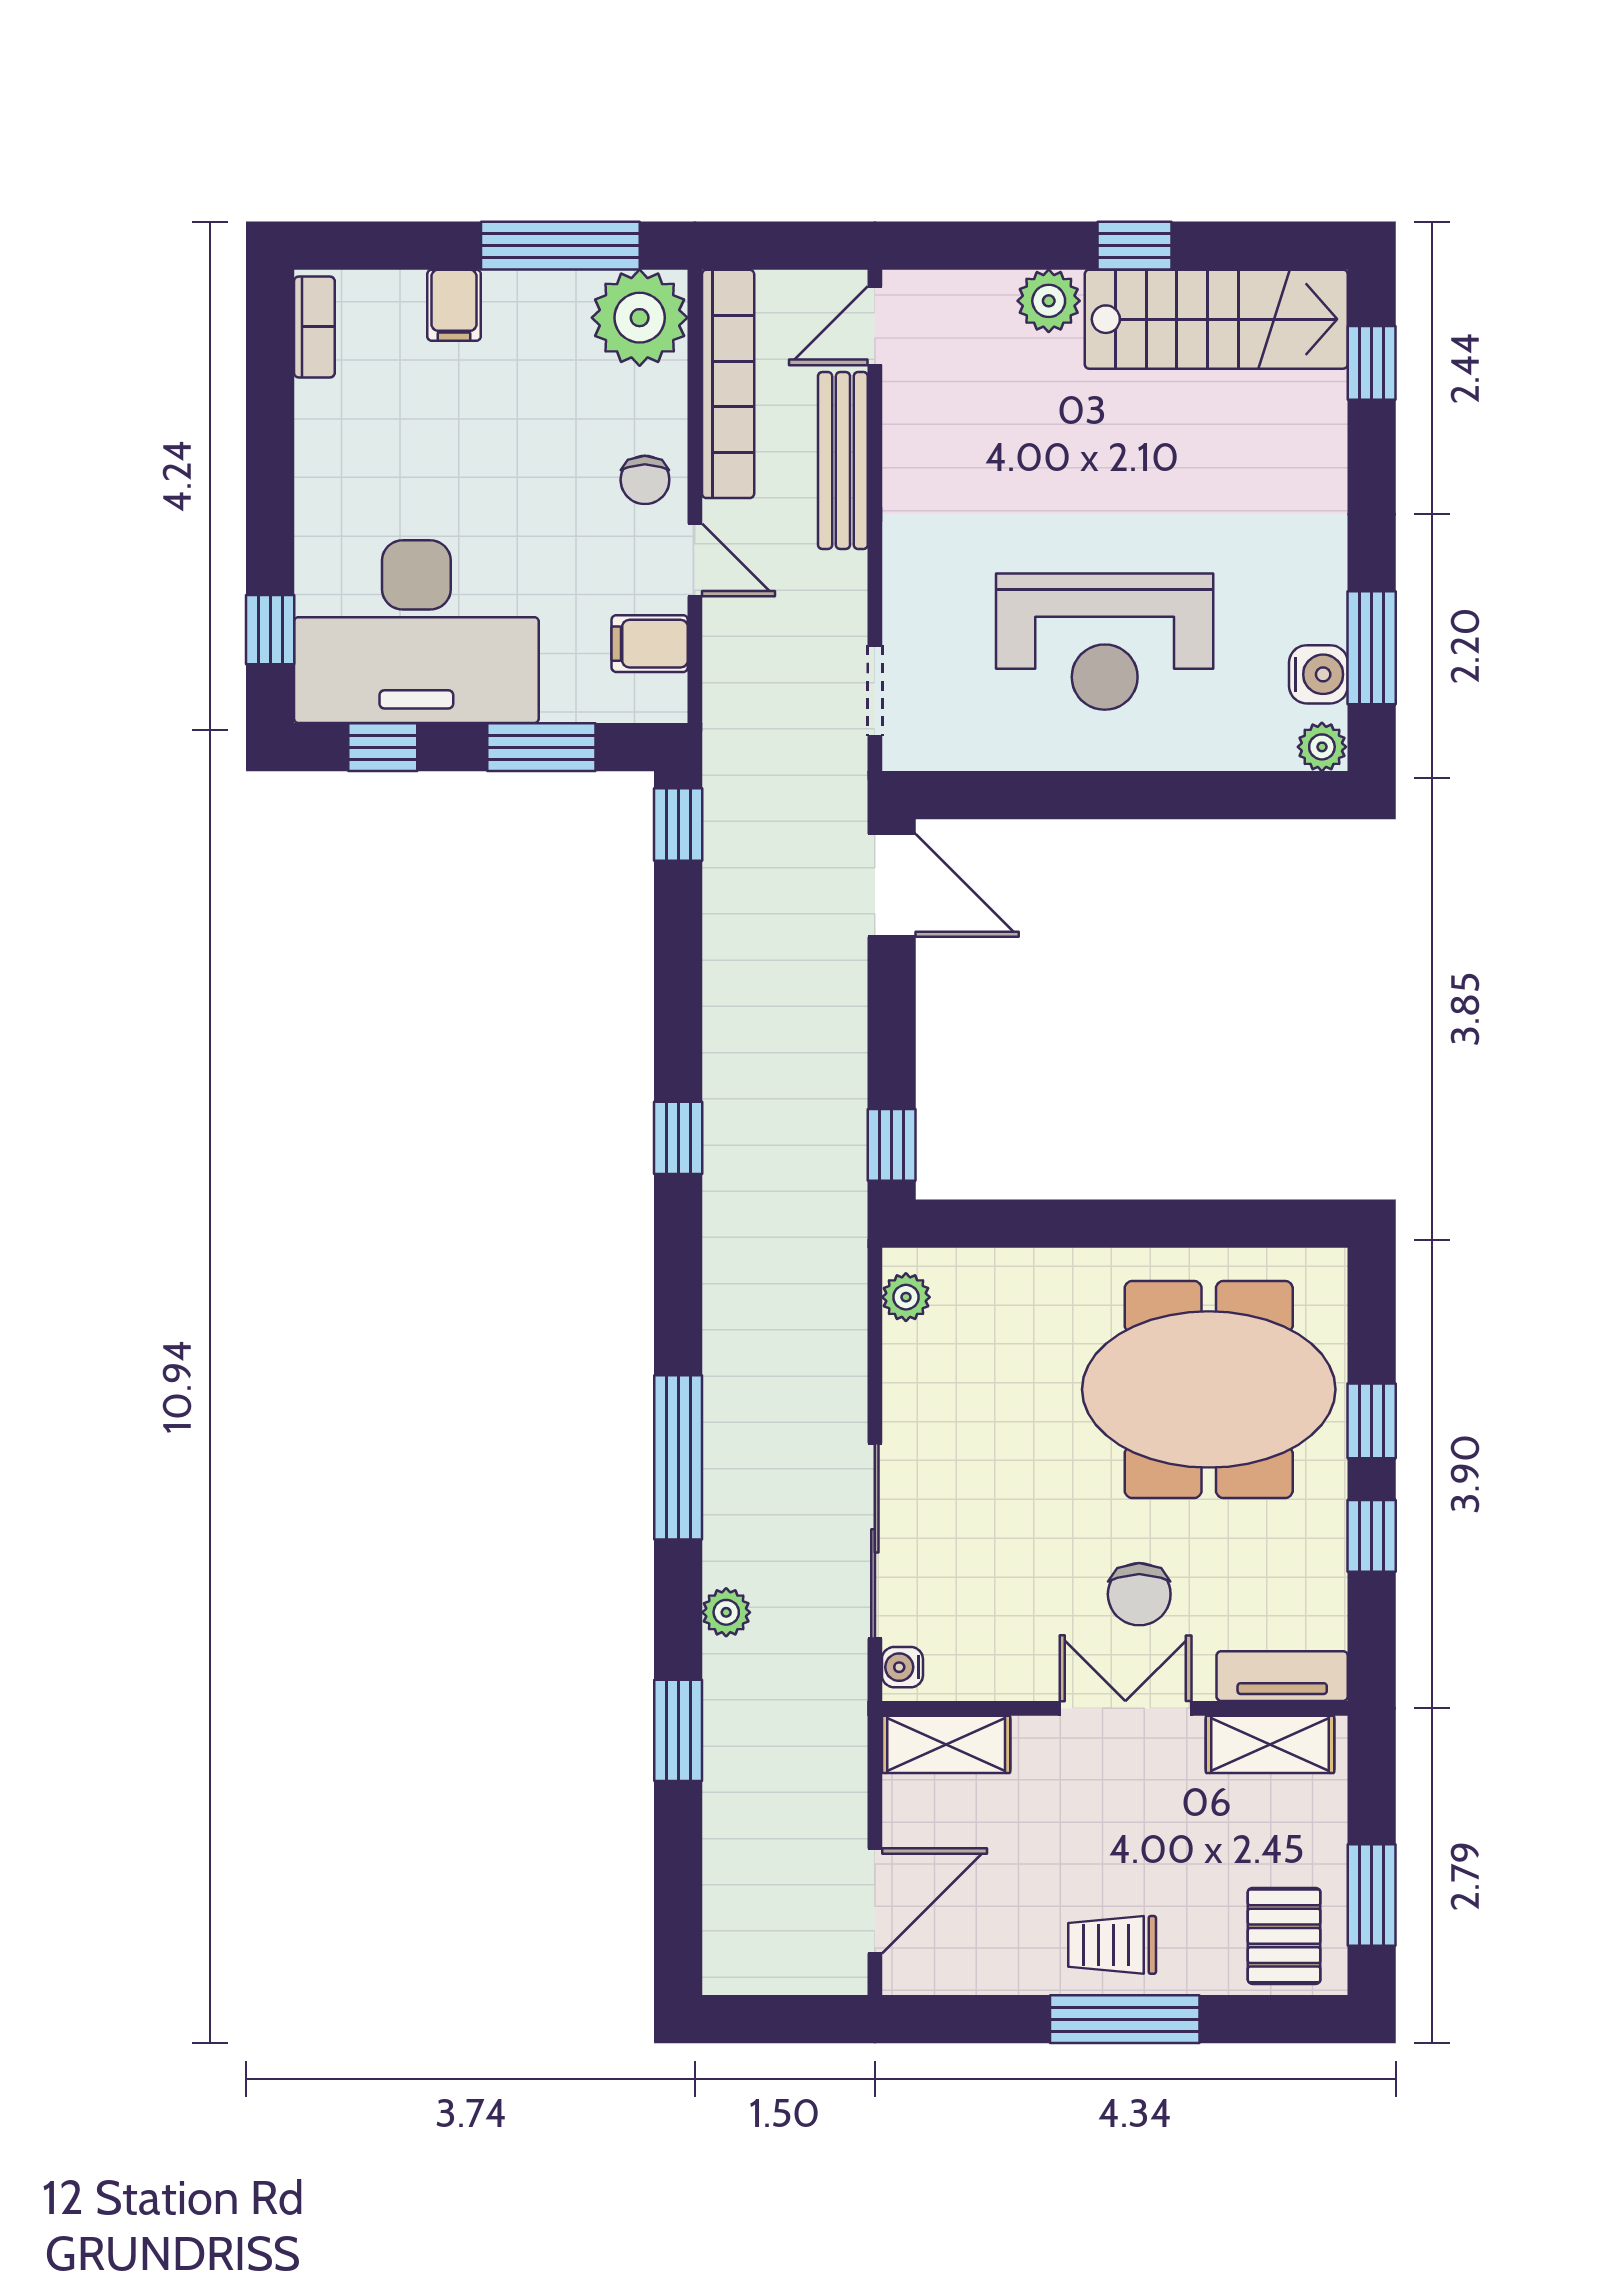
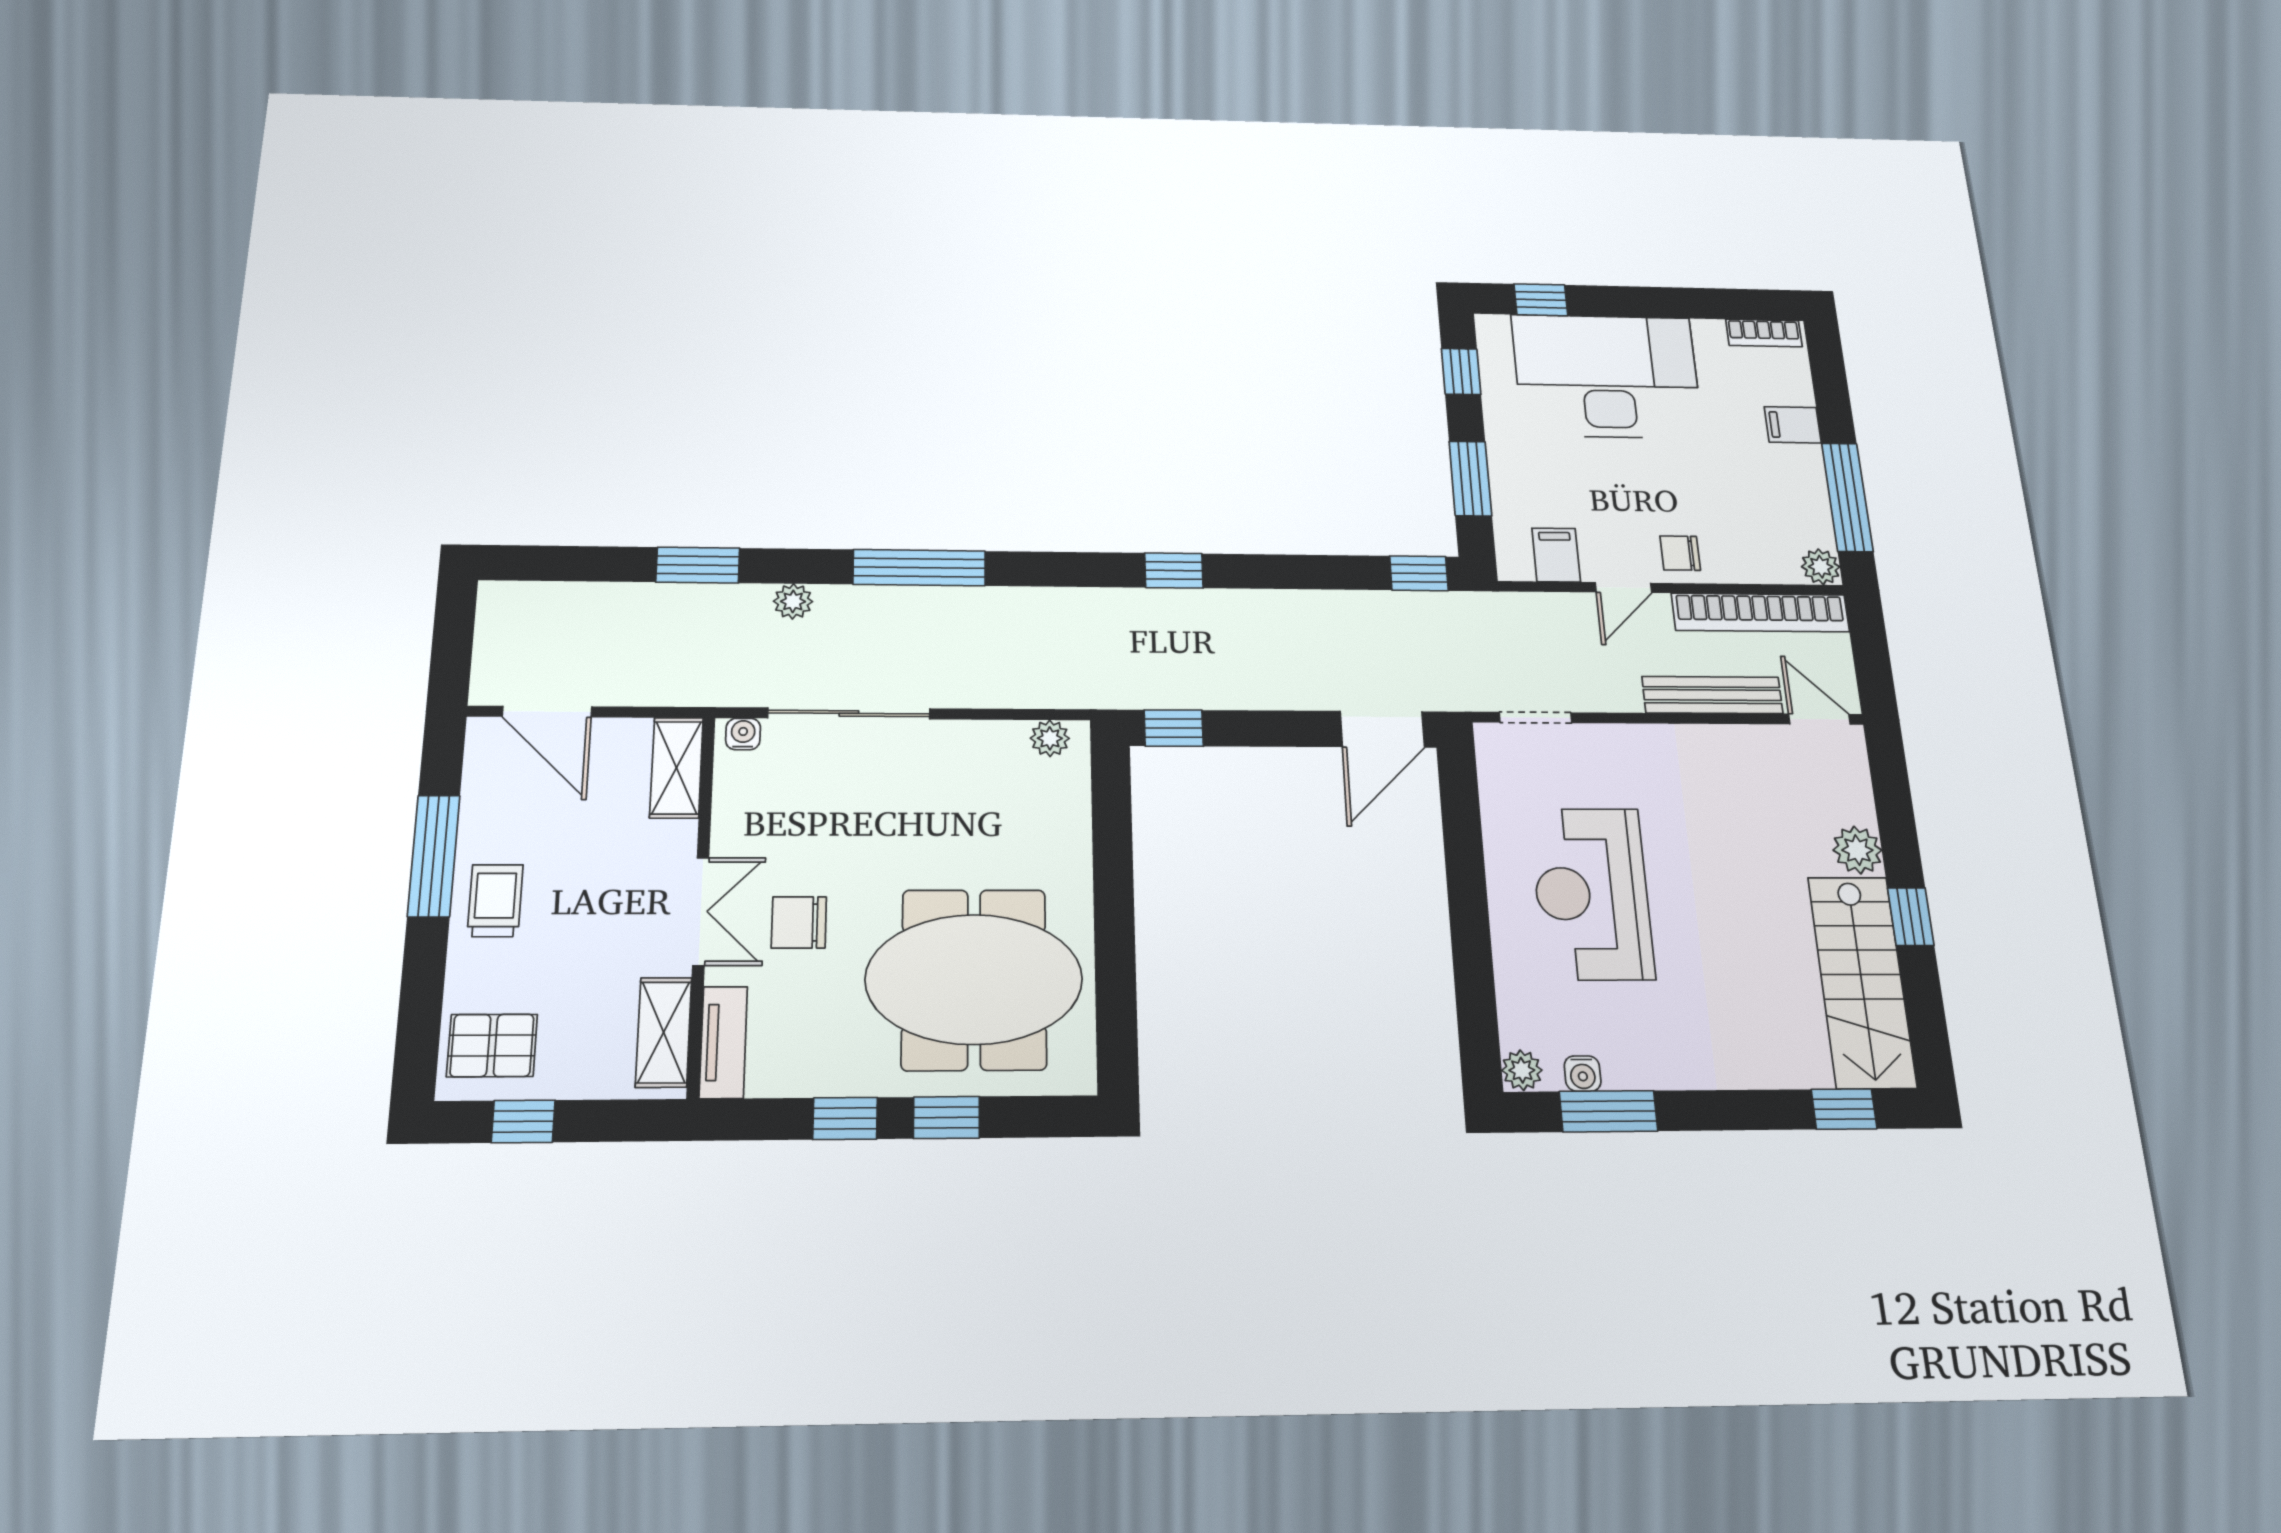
plant: (640, 318) -> (1821, 567), width x0.53, depth x0.53
desk: (416, 632) -> (1607, 376), moved, turned 90
water cooler: (1318, 674) -> (1583, 1074), width x0.72, depth x0.72
meeting table: (1209, 1389) -> (974, 979), turned 90
window: (1372, 1895) -> (523, 1121), width x0.67
window: (1125, 2019) -> (434, 856), moved

